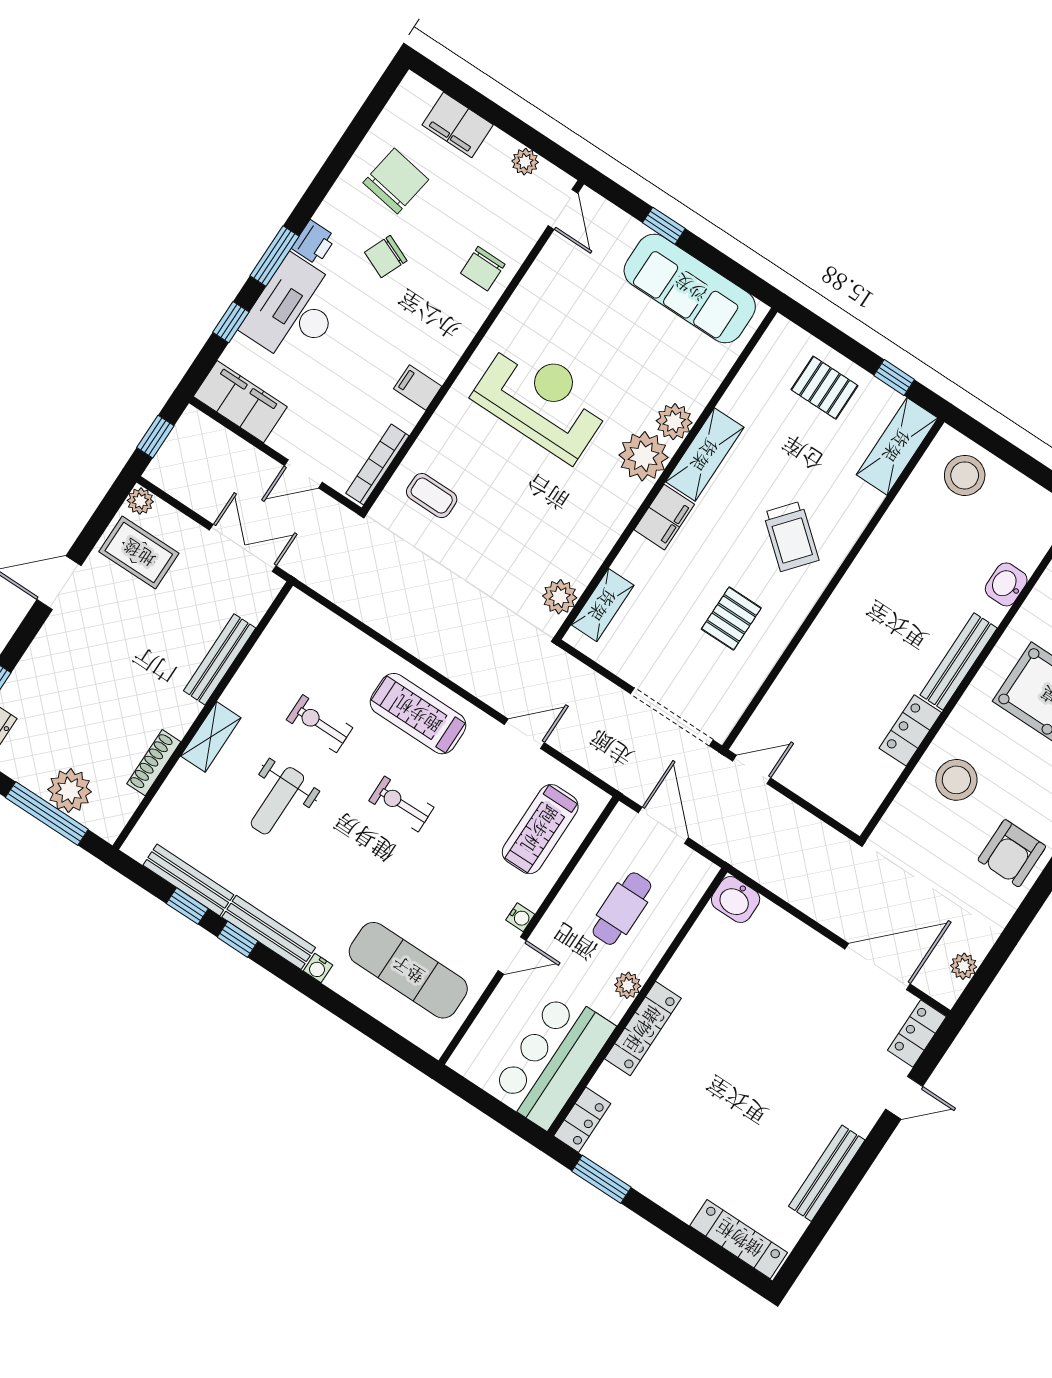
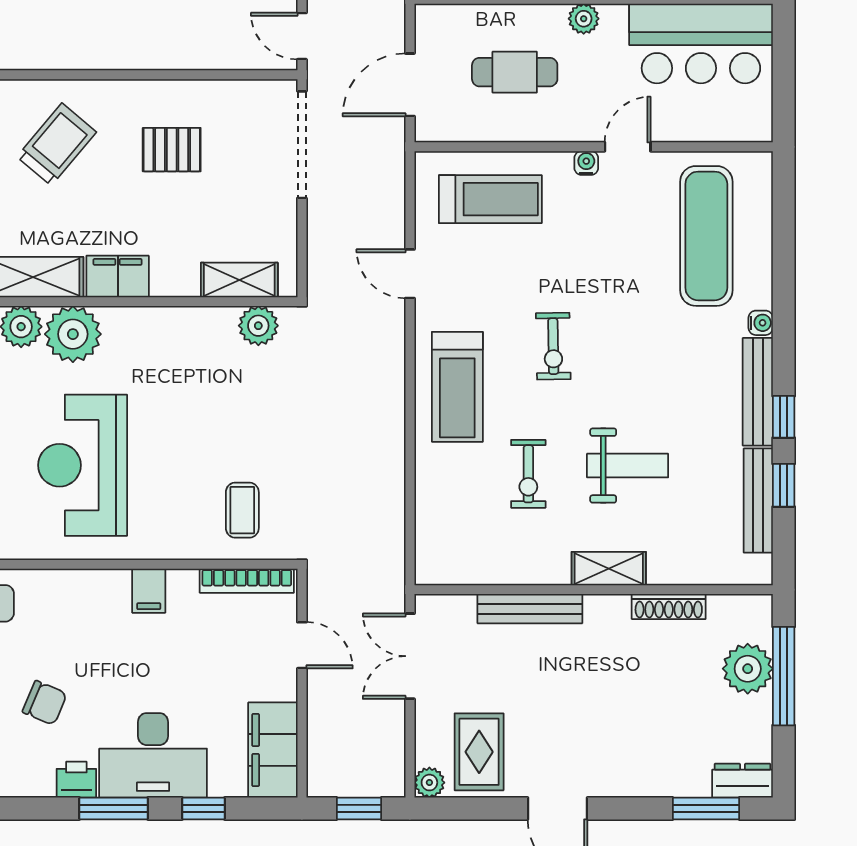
door: (512, 956) -> (628, 147), hinge flipped

